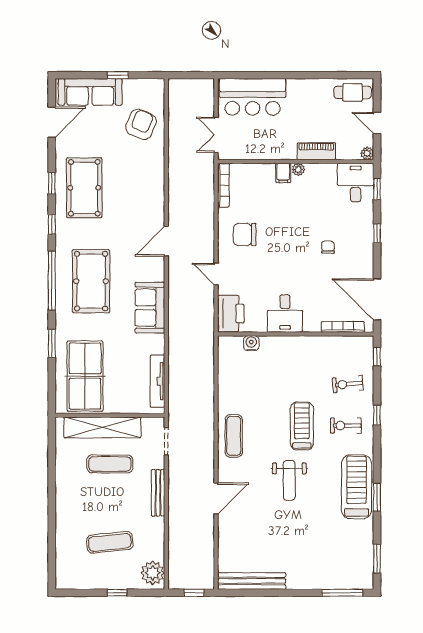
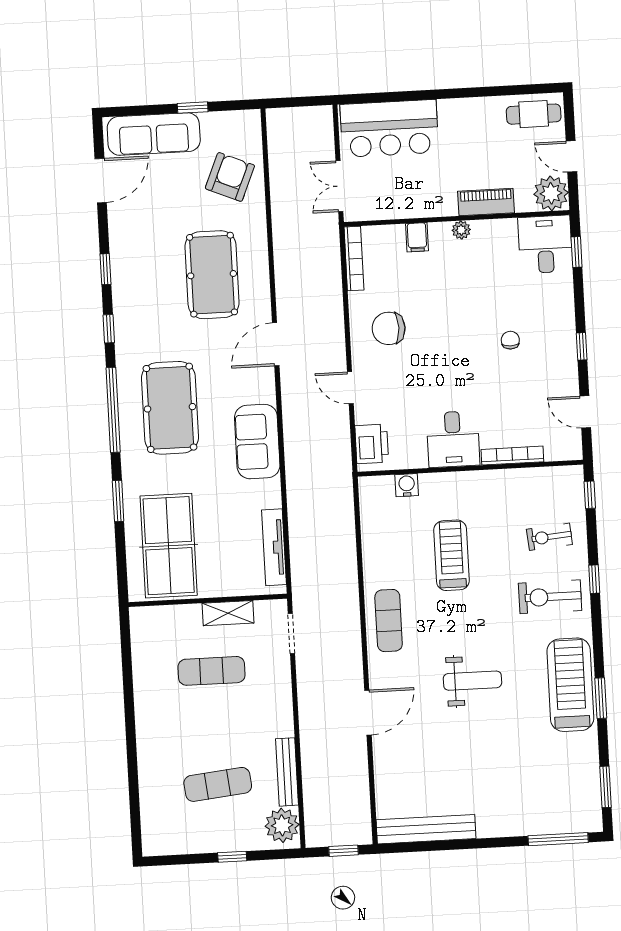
plant: (367, 153) -> (551, 193), width x1.87, depth x1.87
filing cabinet: (283, 173) -> (417, 237), moved
pool table: (84, 188) -> (212, 275), moved
window: (377, 233) -> (582, 346), moved
door: (377, 299) -> (585, 412), width x0.53
printer: (231, 313) -> (372, 444), width x0.73, depth x0.84
bookcase: (343, 327) -> (512, 456), moved
treadmill: (302, 426) -> (452, 555), moved
exercise bike: (346, 426) -> (550, 597), width x1.38, depth x1.39
shelving: (102, 427) -> (228, 613), width x0.45, depth x0.75
weight bench: (289, 480) -> (472, 681), turned -90
bench: (158, 493) -> (287, 772), moved

